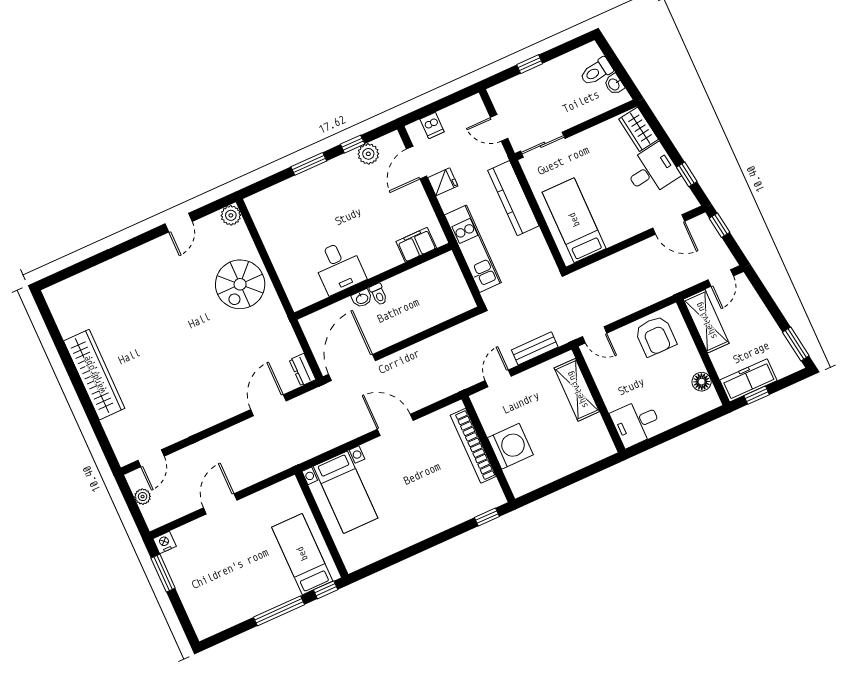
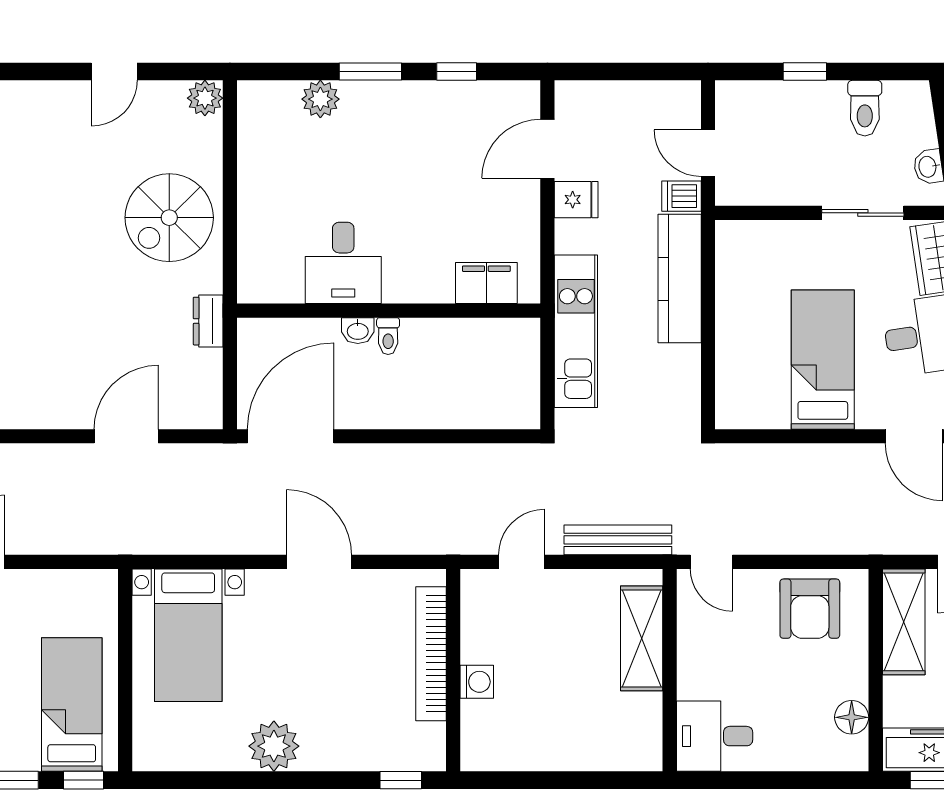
toilet: (596, 72) -> (865, 108), moved, turned -82
dishwasher: (432, 126) -> (681, 196), moved, turned 90
sliding door: (543, 145) -> (863, 213), moved
plant: (368, 154) -> (320, 99), moved
bed: (574, 220) -> (823, 360), moved
bench: (535, 348) -> (618, 540), width x1.36
dresser: (302, 370) -> (208, 321), moved
washing machine: (510, 446) -> (477, 682), width x0.53, depth x0.53
plant: (415, 529) -> (274, 746), added

